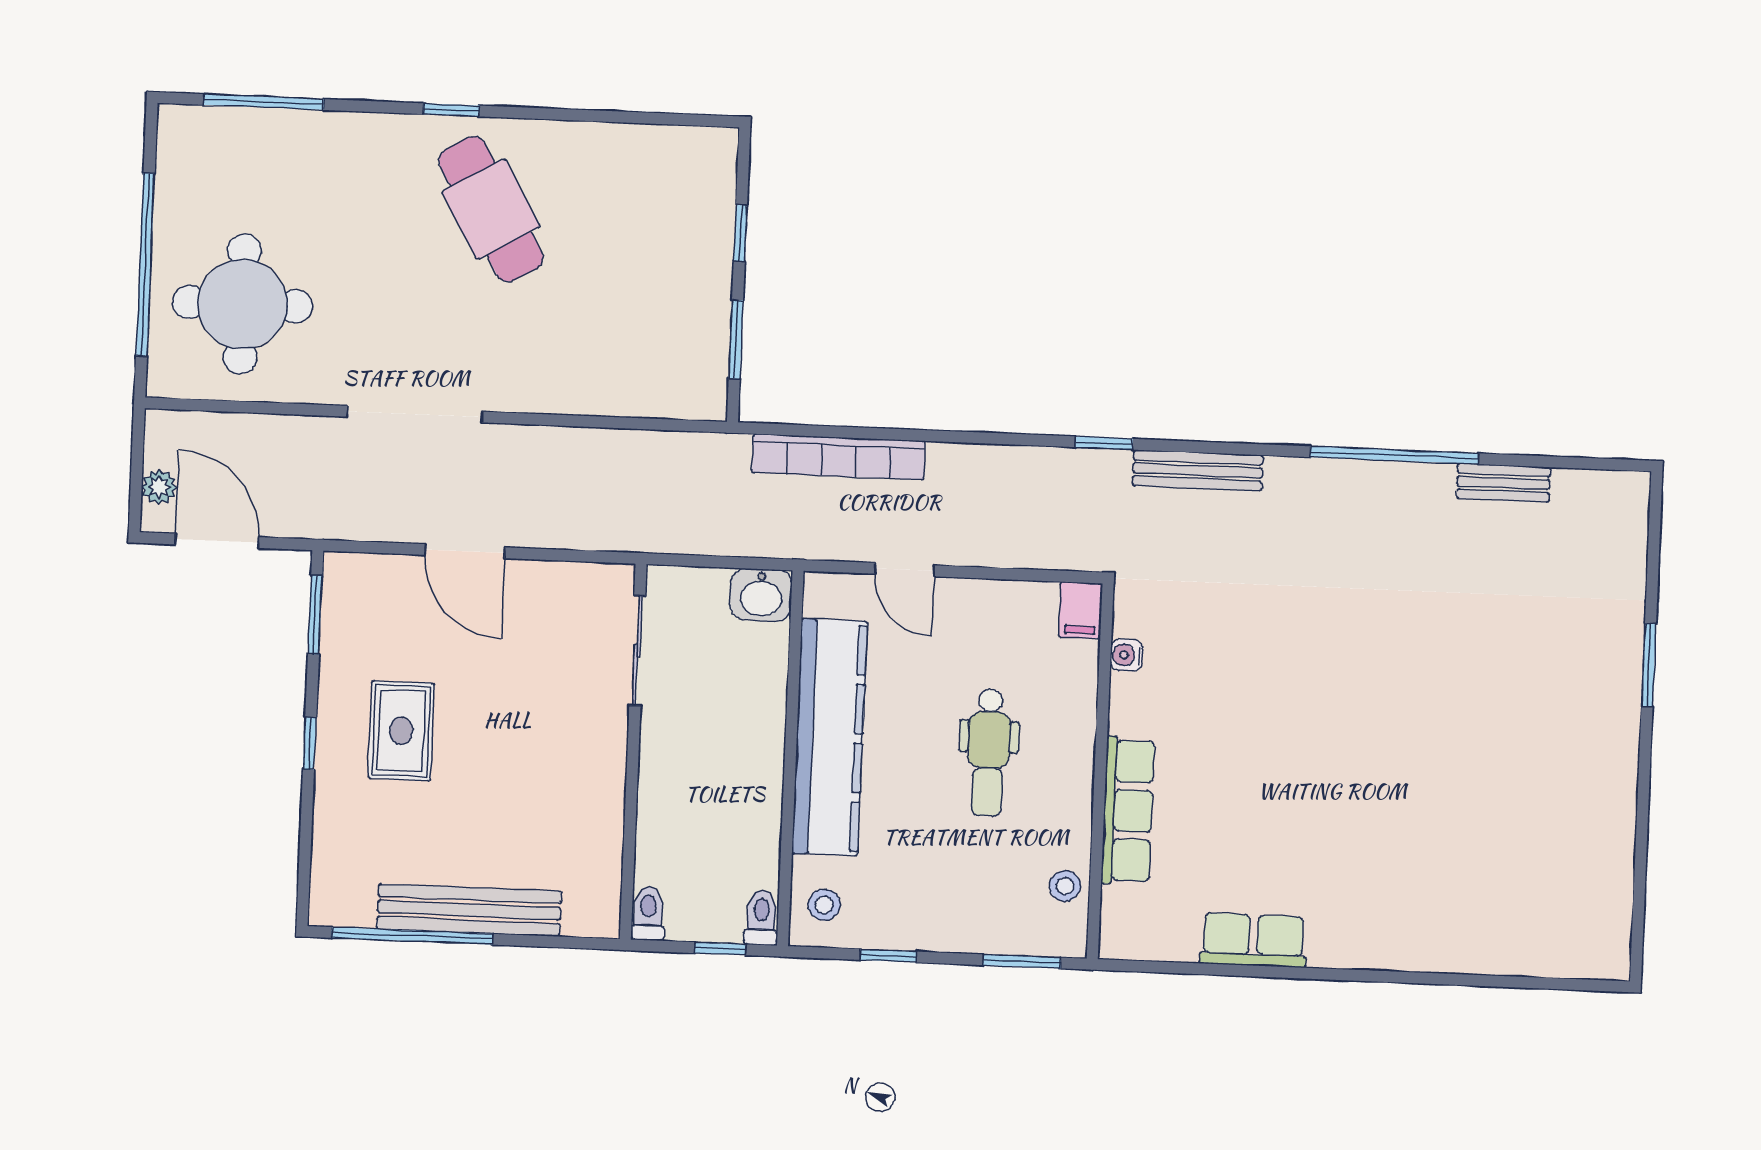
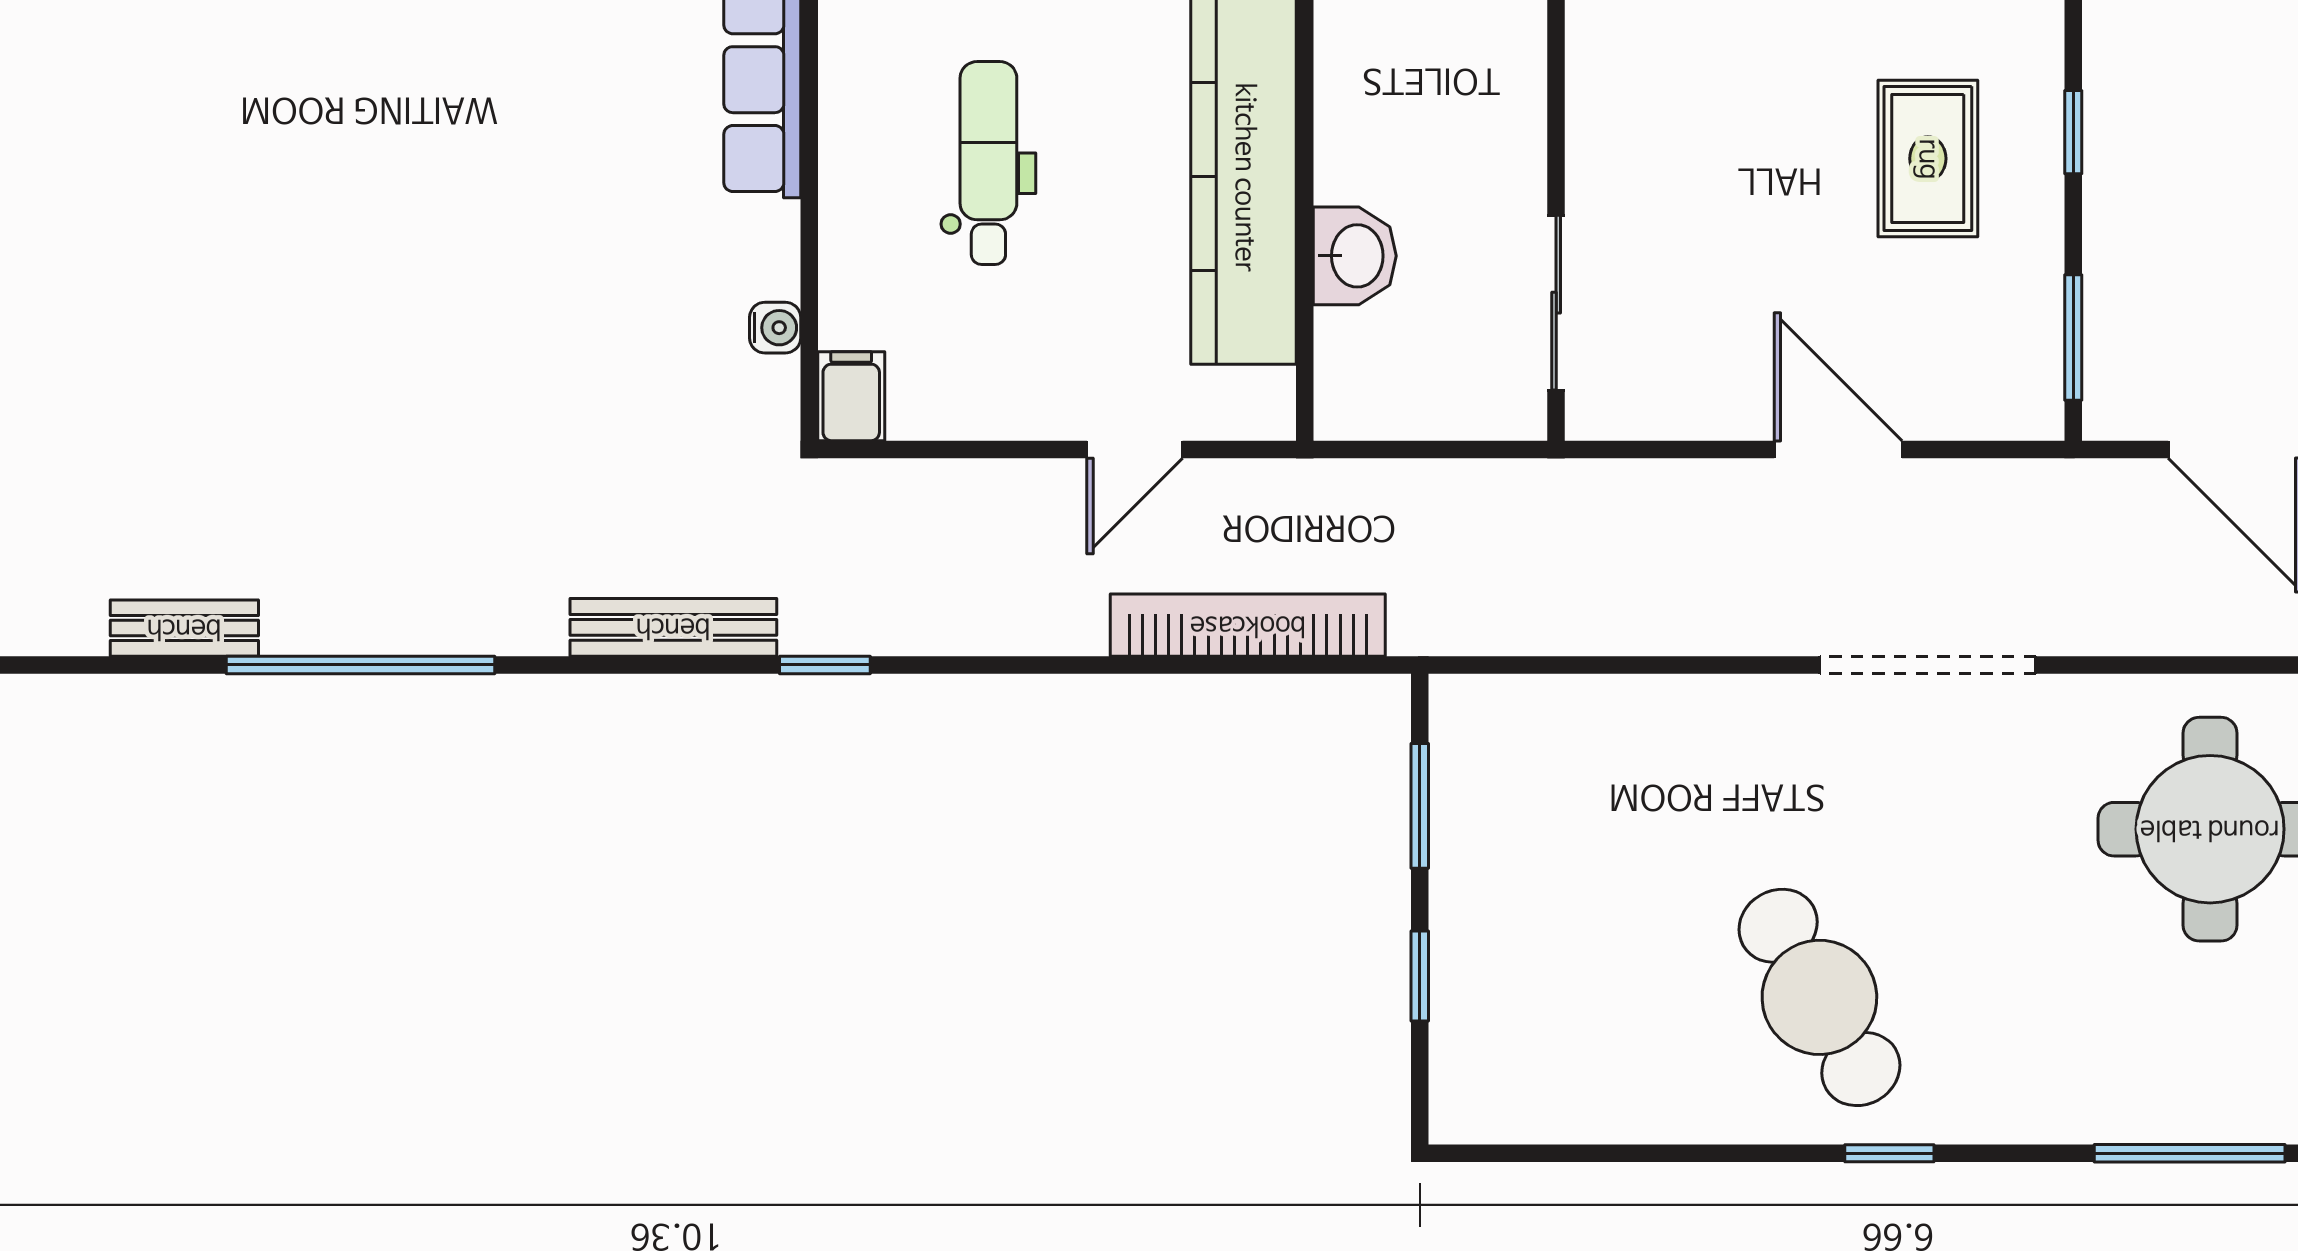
door: (905, 570) -> (1135, 449), swing flipped
washbasin: (761, 595) -> (1355, 256), moved, turned 90

